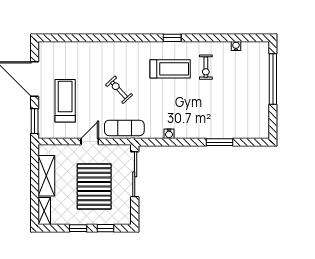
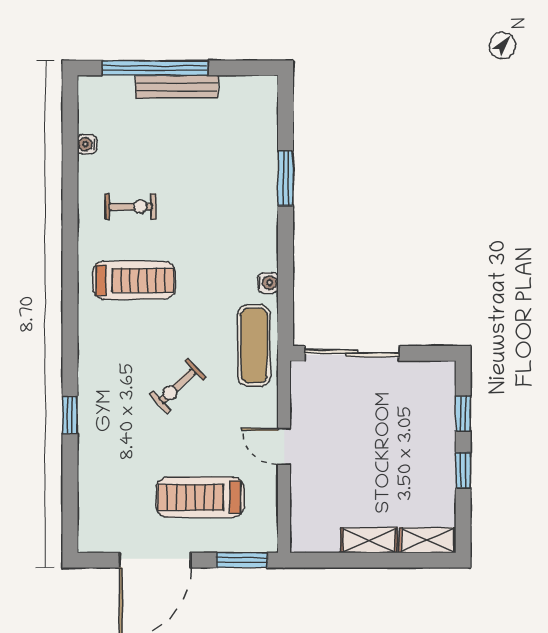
window: (172, 38) -> (70, 415), moved
treadmill: (170, 69) -> (134, 280), turned 90
bench: (264, 90) -> (177, 87), added
exercise mat: (124, 128) -> (254, 346), moved
shelving: (46, 176) -> (369, 540), width x0.67, depth x0.75
pallet: (94, 187) -> (377, 437), removed

